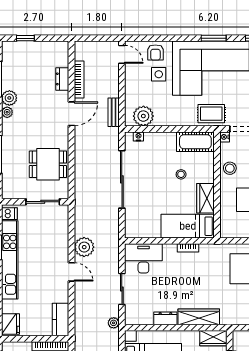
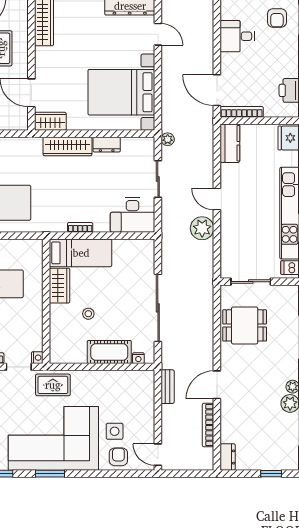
dresser: (62, 79) -> (228, 457), moved
plant: (143, 116) -> (133, 382), removed
cot: (195, 142) -> (109, 352), moved
stool: (230, 168) -> (31, 321), removed

